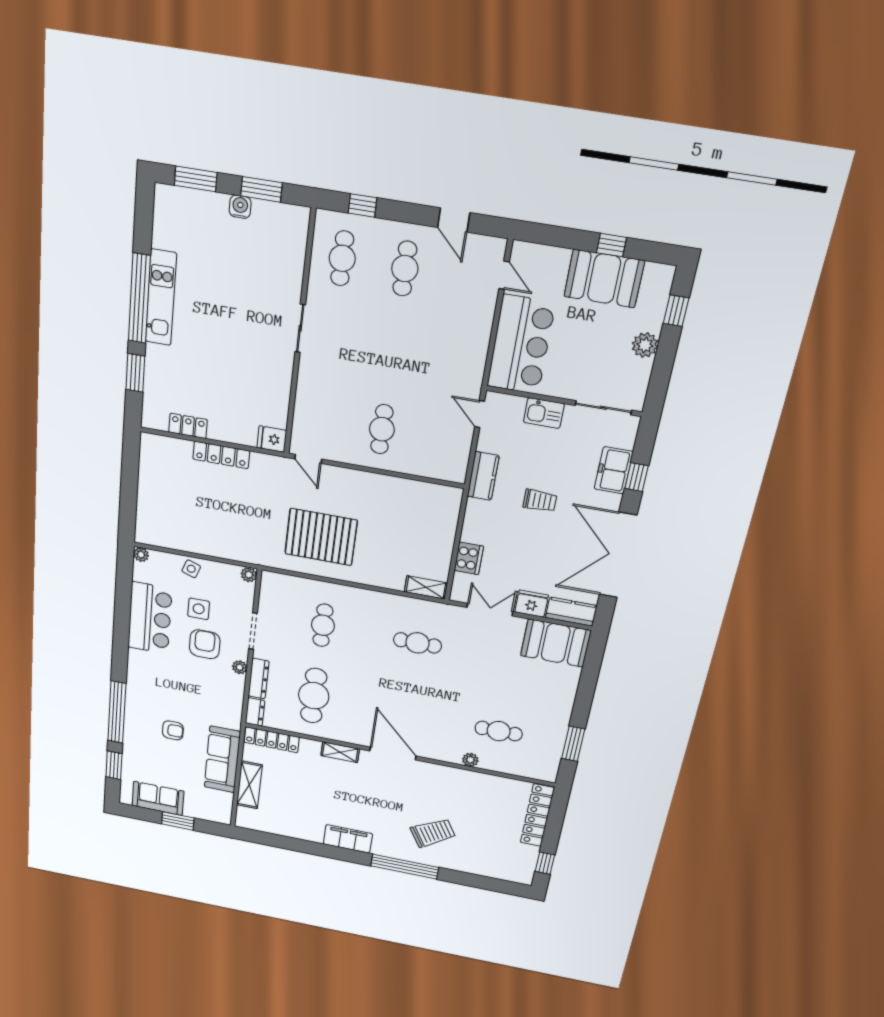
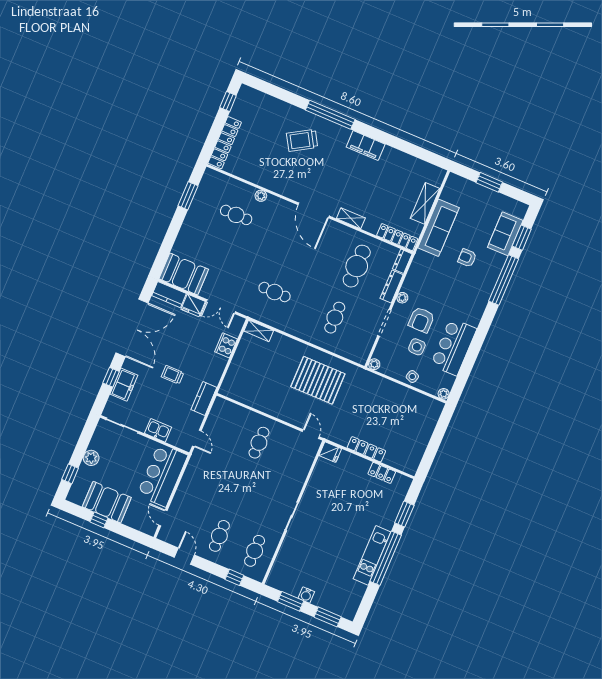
sofa: (158, 798) -> (505, 234), moved, turned 90

